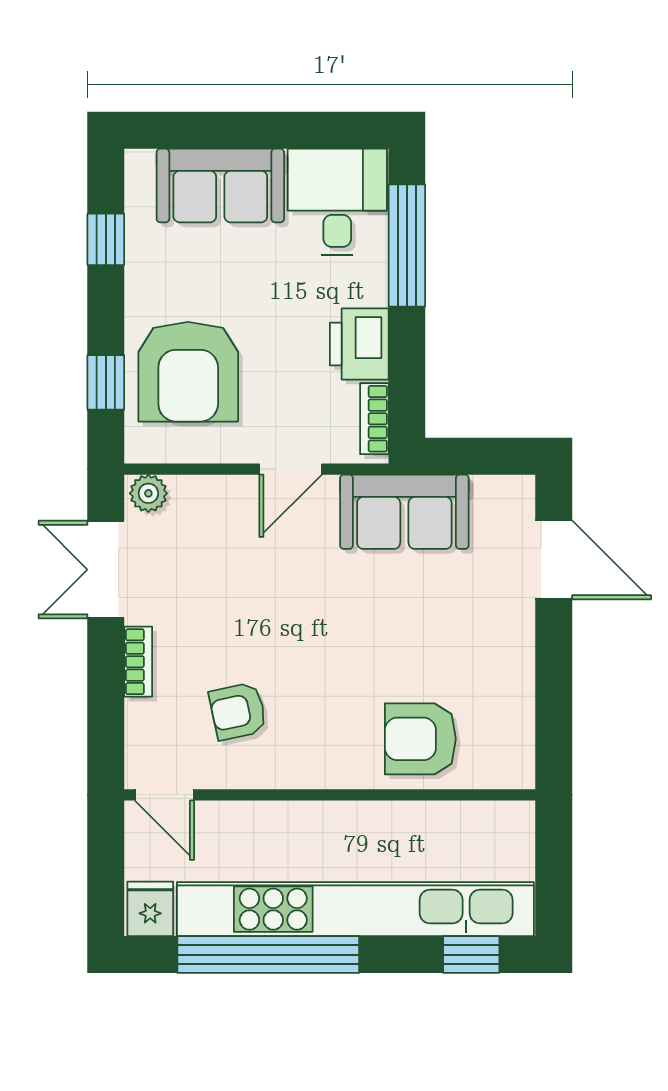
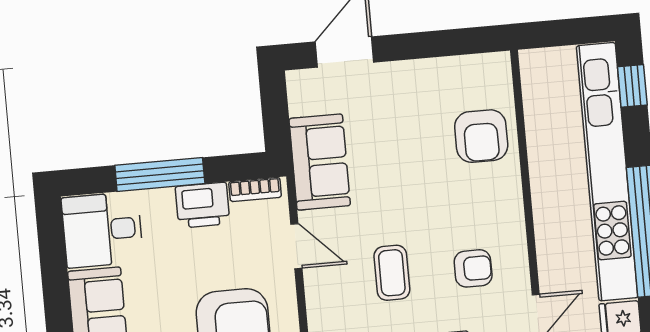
window: (407, 245) -> (160, 174), moved
coffee table: (242, 598) -> (392, 273), added
armchair: (238, 711) -> (473, 268), turned -78

